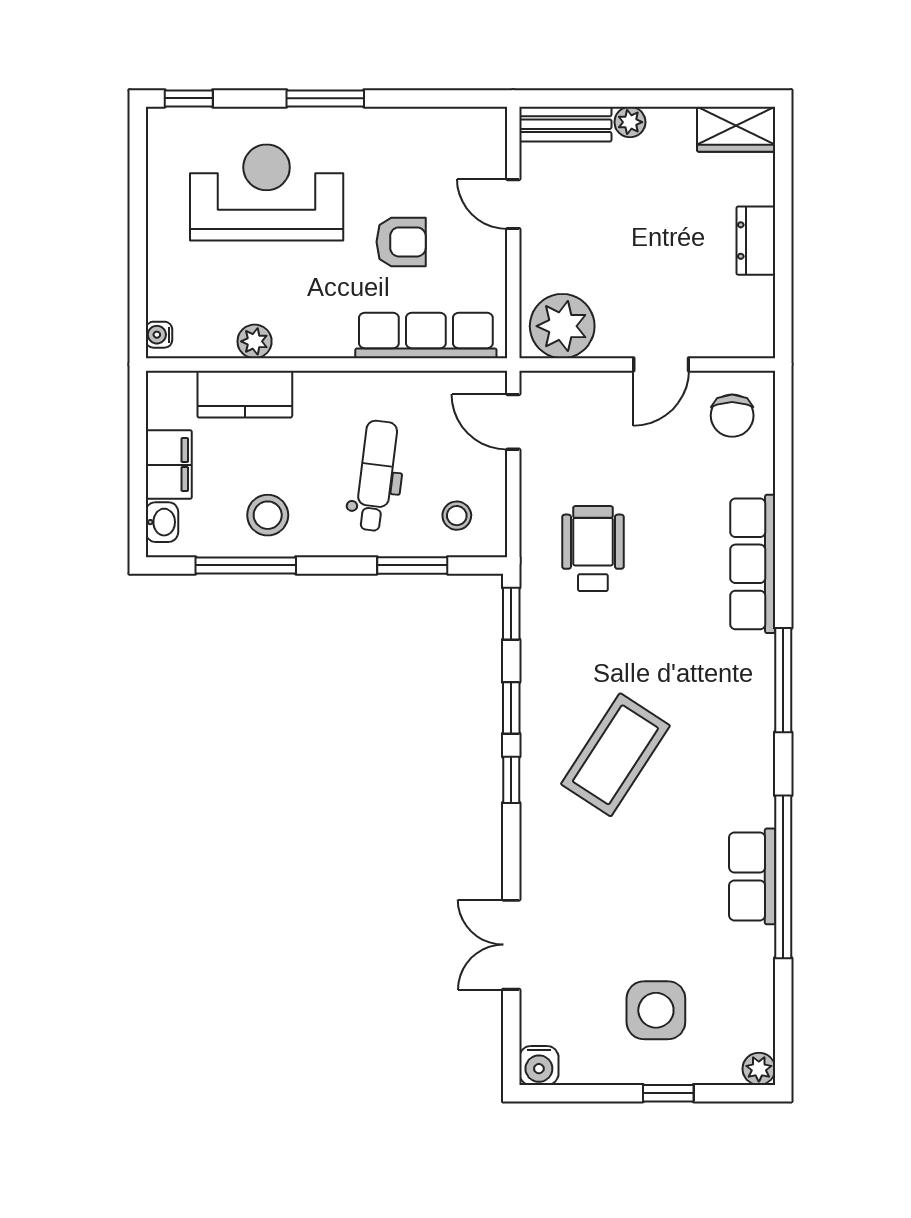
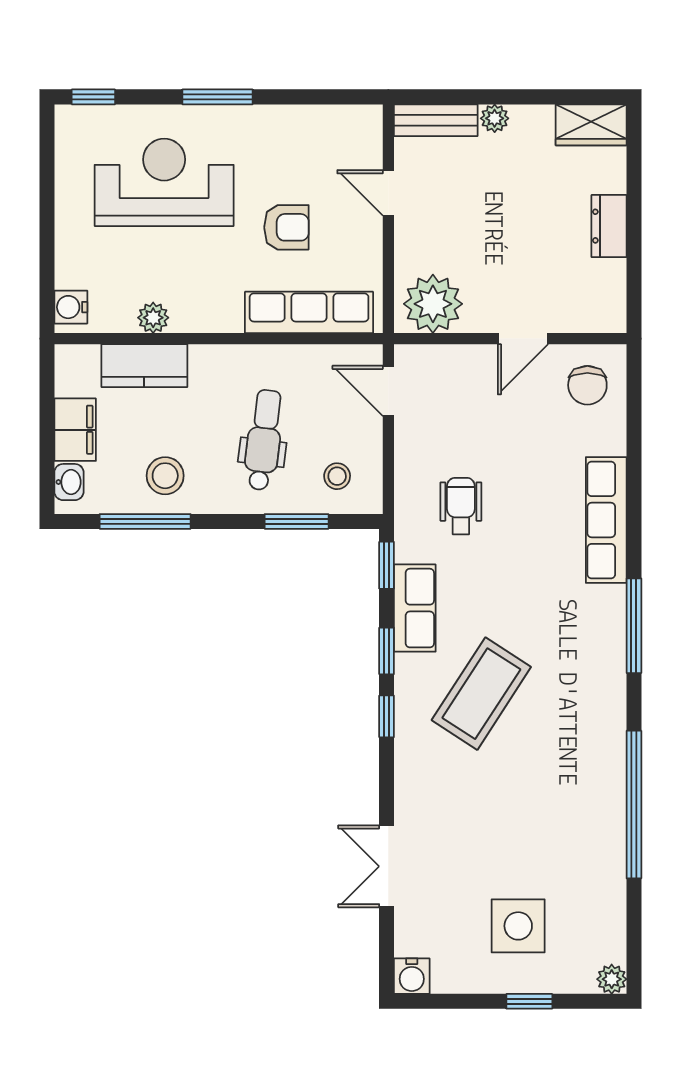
water cooler: (159, 335) -> (71, 307), width x1.38, depth x1.38
wheelchair: (593, 549) -> (461, 506), width x0.73, depth x0.73
row of seats: (752, 876) -> (415, 608), moved, turned 180

